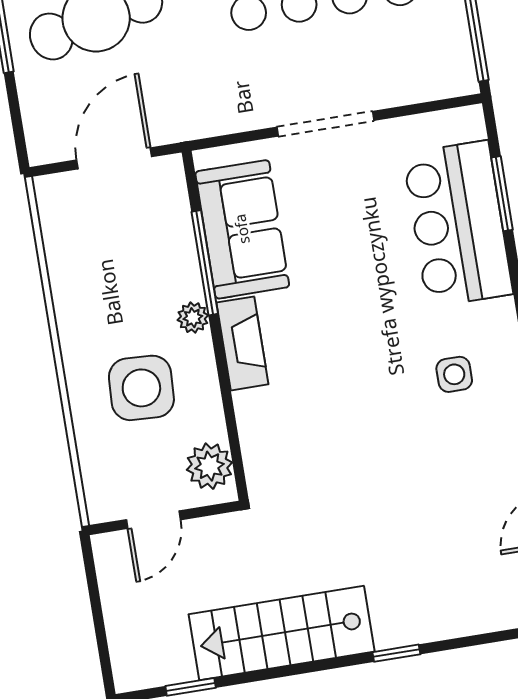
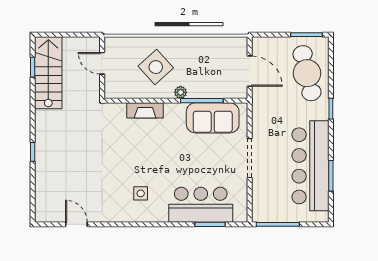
fireplace: (242, 343) -> (145, 110), moved
side table: (141, 388) -> (156, 67), turned 45
plant: (209, 466) -> (120, 89), removed
stairs: (282, 633) -> (48, 73), moved

